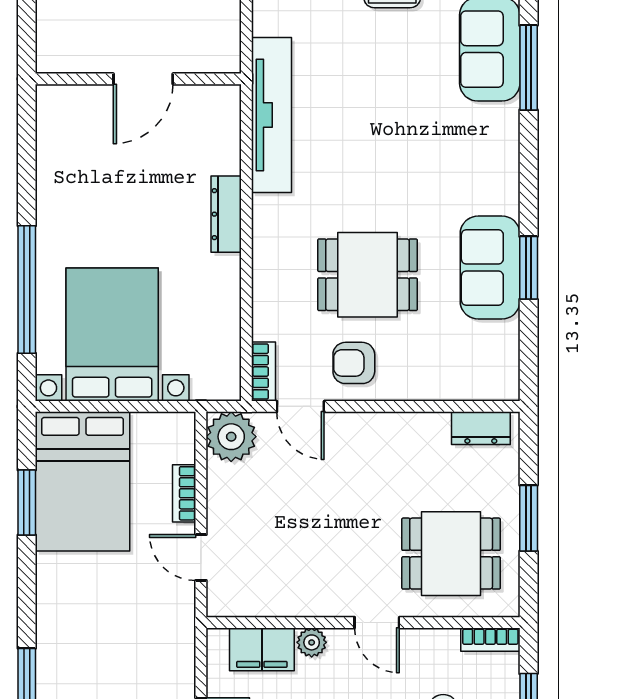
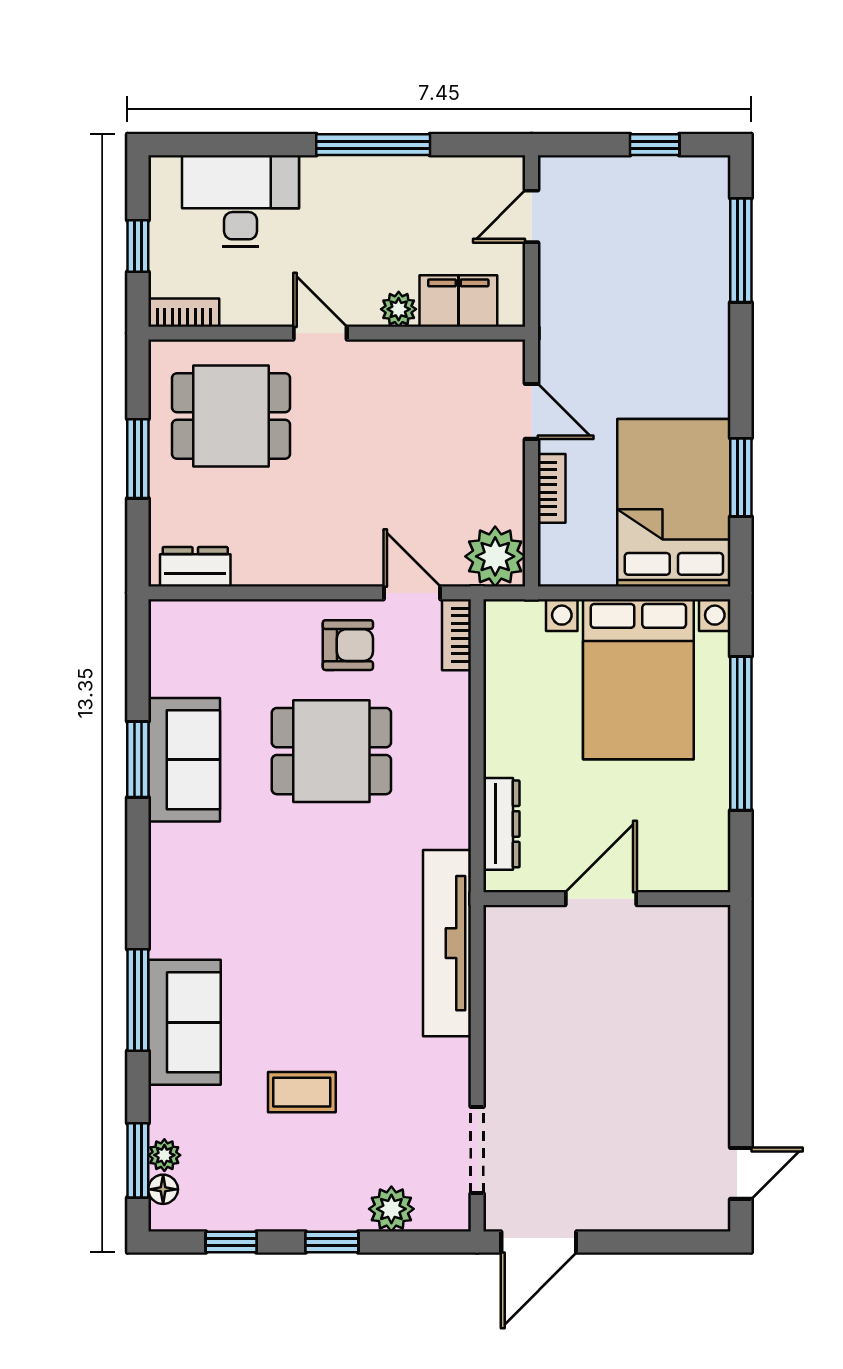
wall: (138, 79) -> (607, 899), moved
door: (143, 79) -> (601, 899), moved

